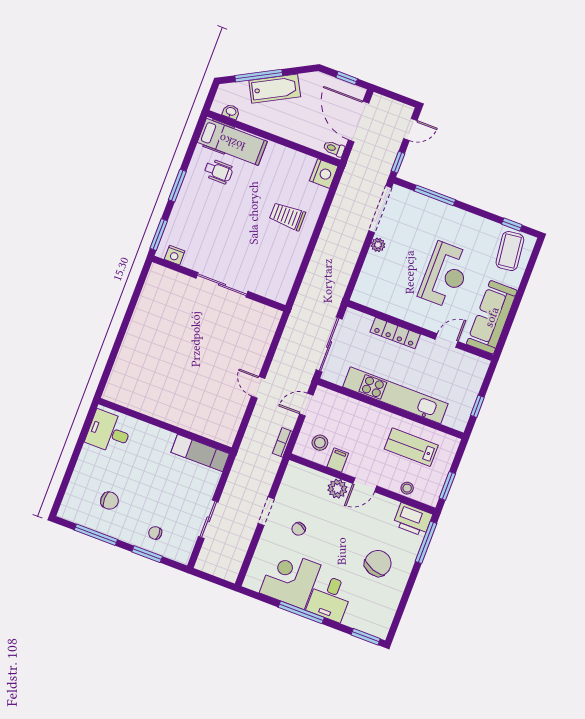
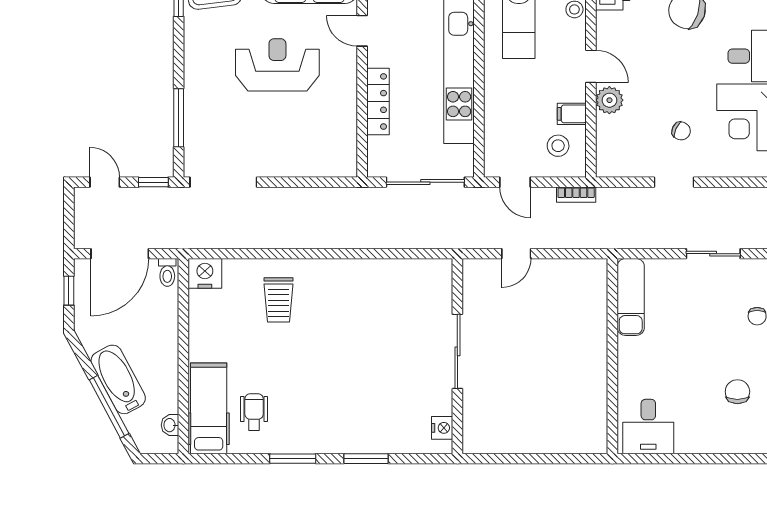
plant: (378, 245) -> (271, 167), removed
nightstand: (175, 255) -> (442, 428), moved
wall: (219, 284) -> (457, 356), moved
sliding door: (222, 285) -> (457, 351), moved

